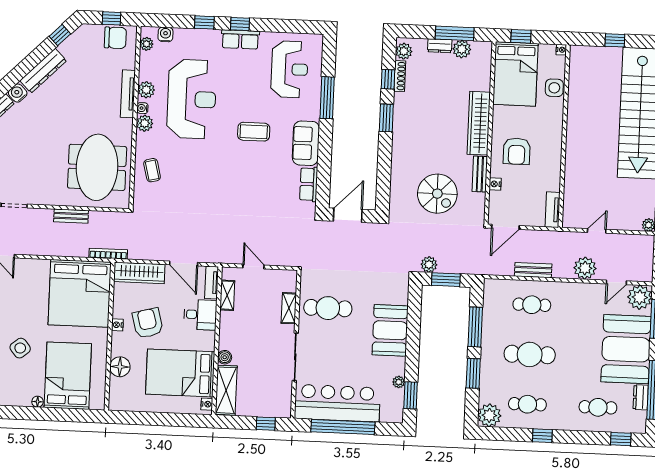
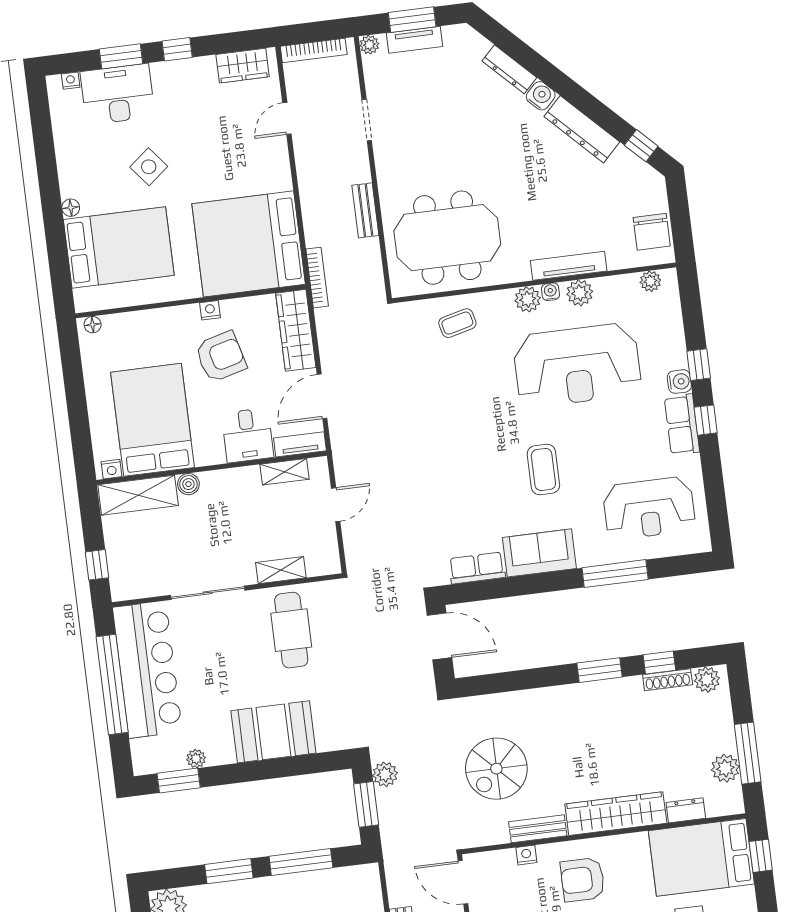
window: (112, 18) -> (680, 221), removed
water cooler: (165, 34) -> (679, 382), moved
dresser: (440, 46) -> (686, 810), moved, turned 90
floor lamp: (120, 367) -> (93, 325), moved, width x0.53, depth x0.53

